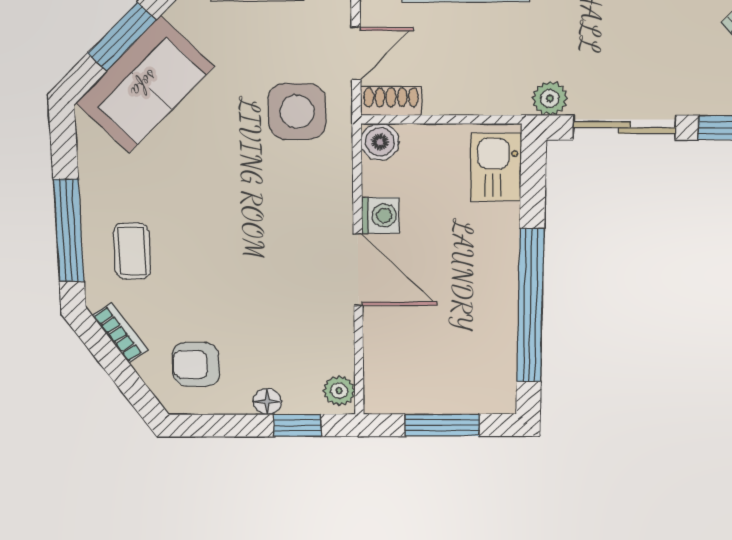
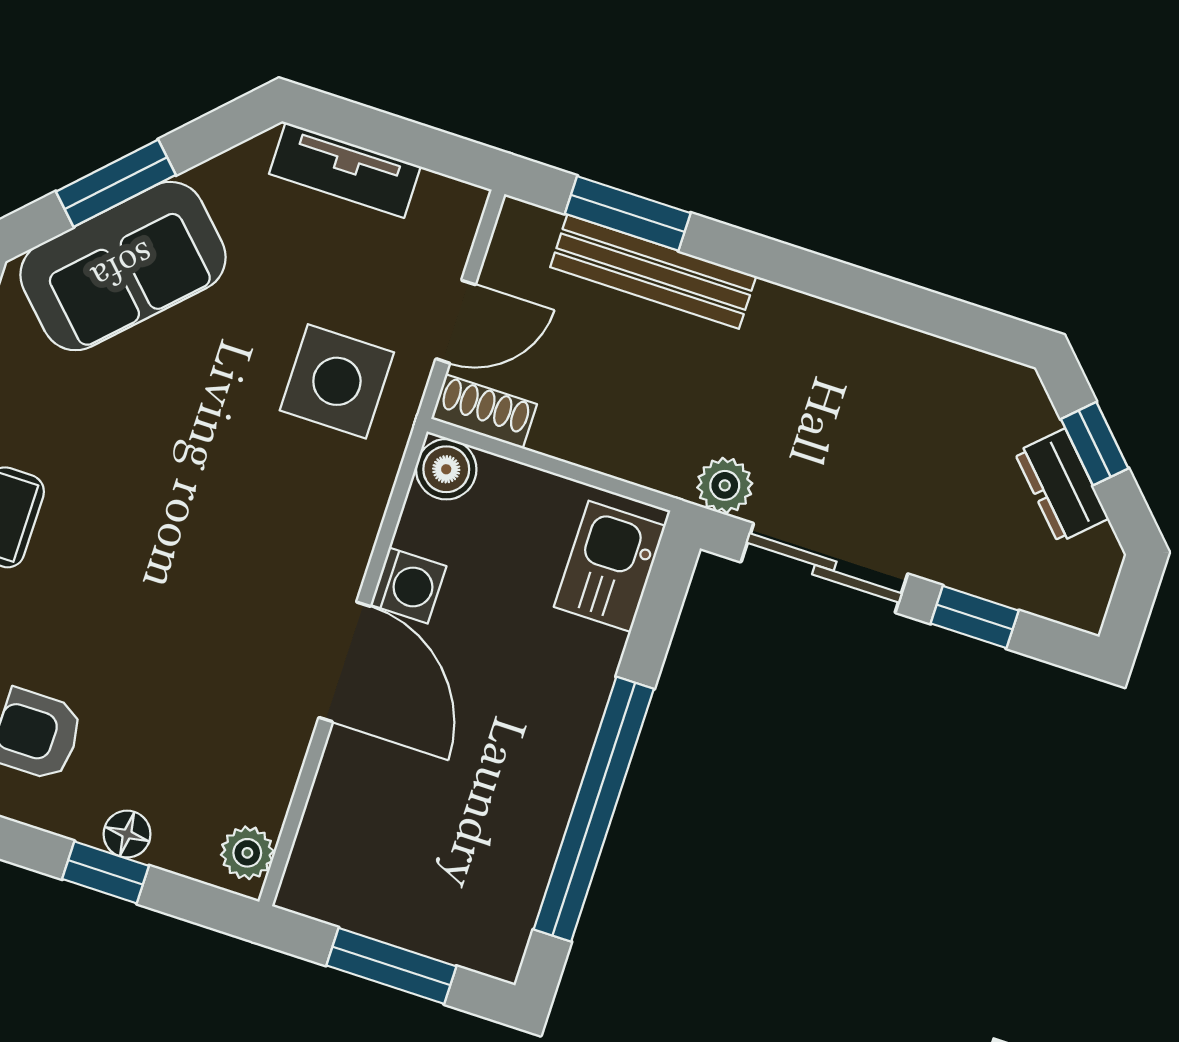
window: (297, 425) -> (106, 872), moved

